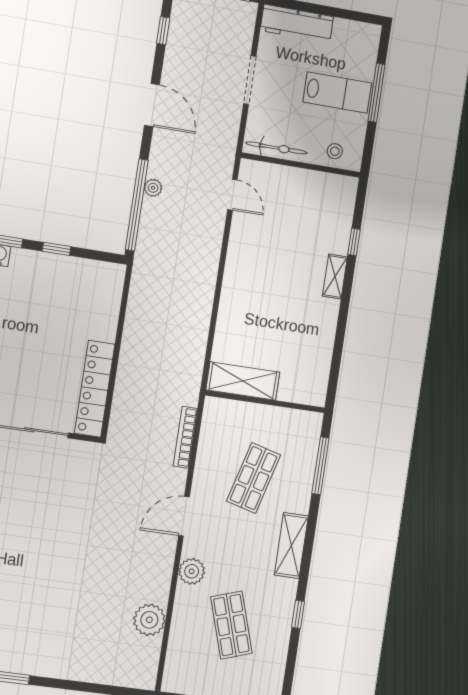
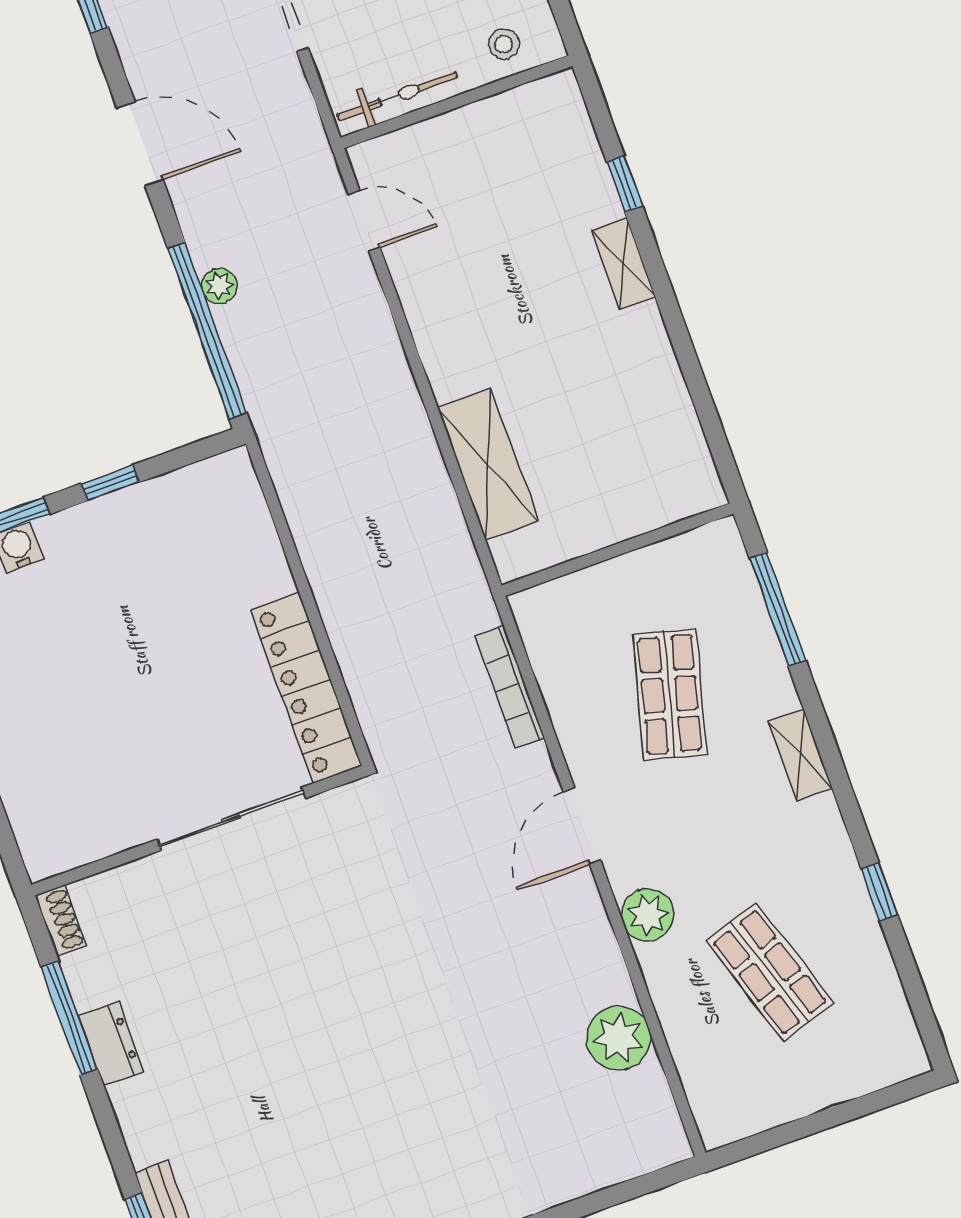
shelving: (243, 381) -> (488, 464), moved, turned 90
shelving: (291, 545) -> (800, 755), width x0.67, depth x0.75

